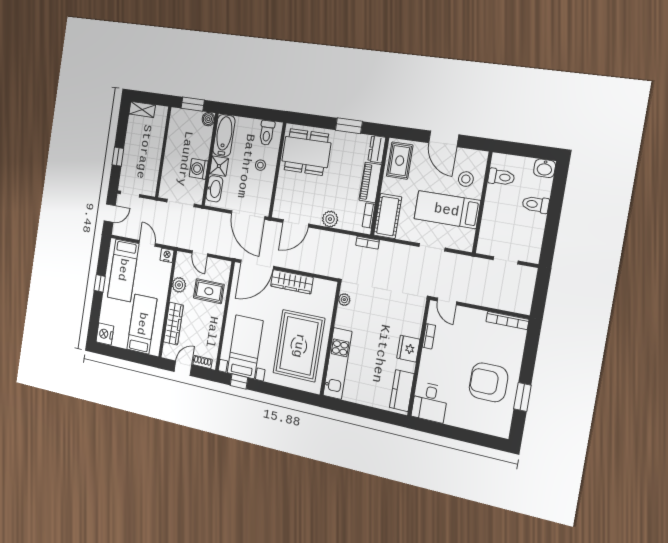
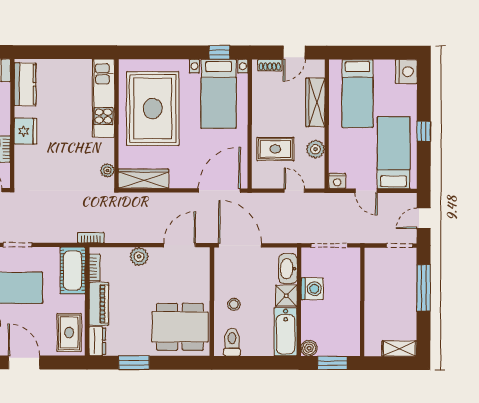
window: (118, 157) -> (423, 288), width x2.17
wardrobe: (292, 282) -> (143, 179), moved

